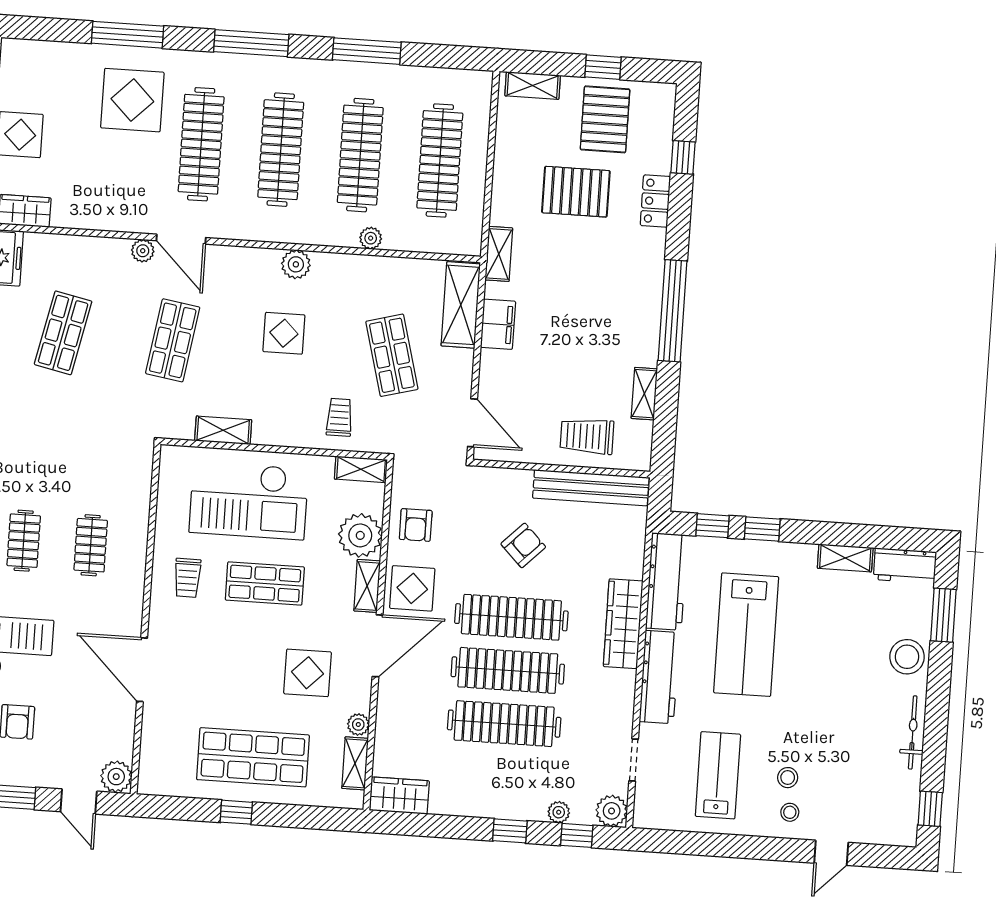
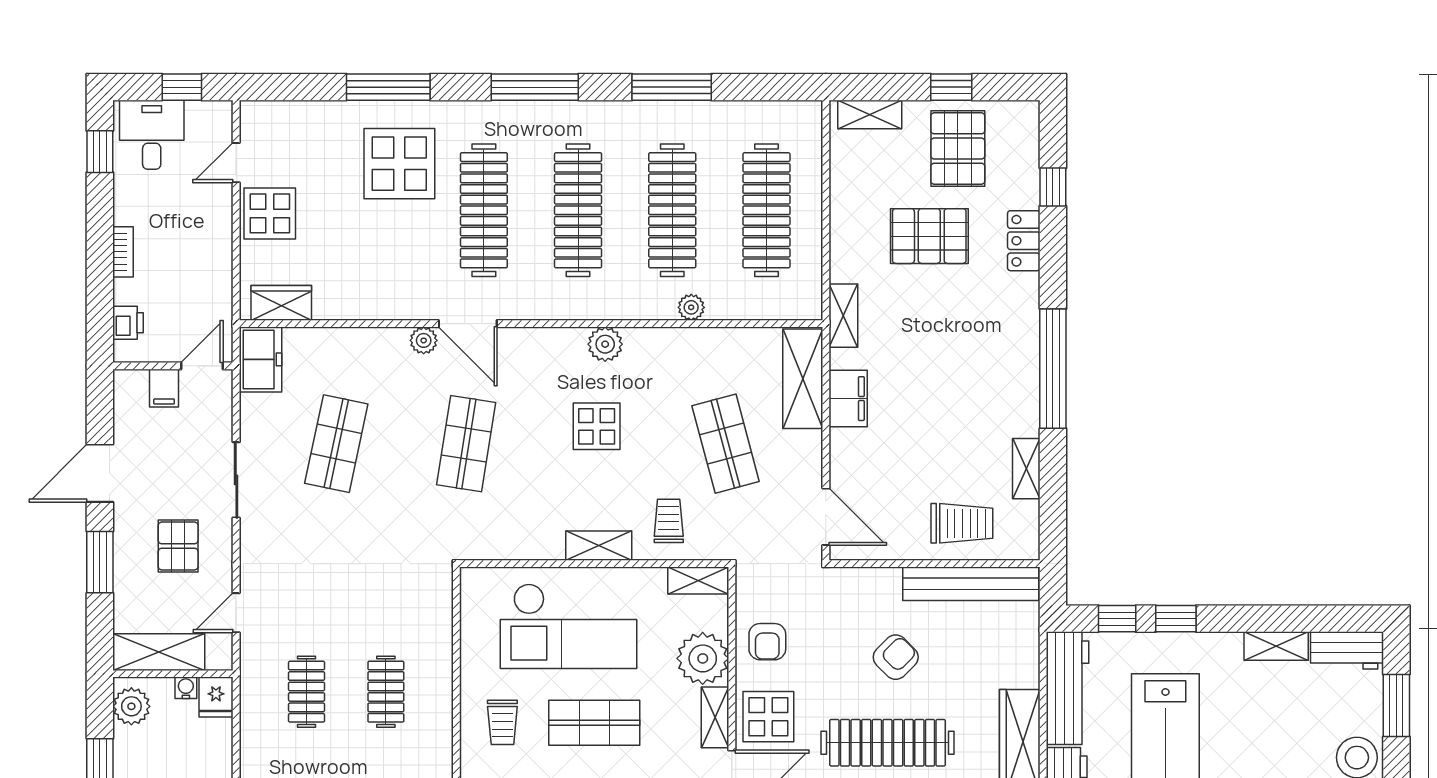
shelving: (223, 430) -> (599, 546), moved
trolley: (587, 436) -> (962, 523), turned 180

